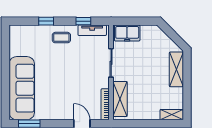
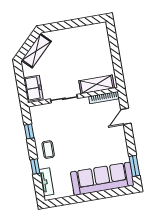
tv unit: (92, 30) -> (47, 182), moved
shelving: (176, 69) -> (36, 51), moved, turned -45
shelving: (172, 115) -> (103, 33), removed

